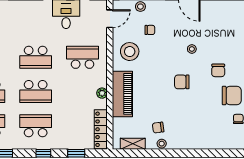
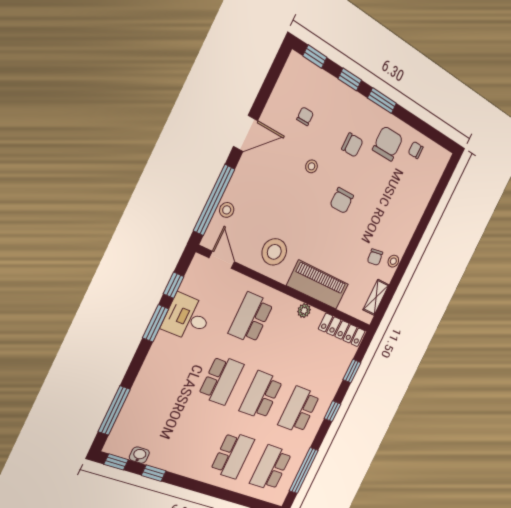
chair: (150, 30) -> (305, 116), moved
school desk: (36, 92) -> (261, 395), turned 180

